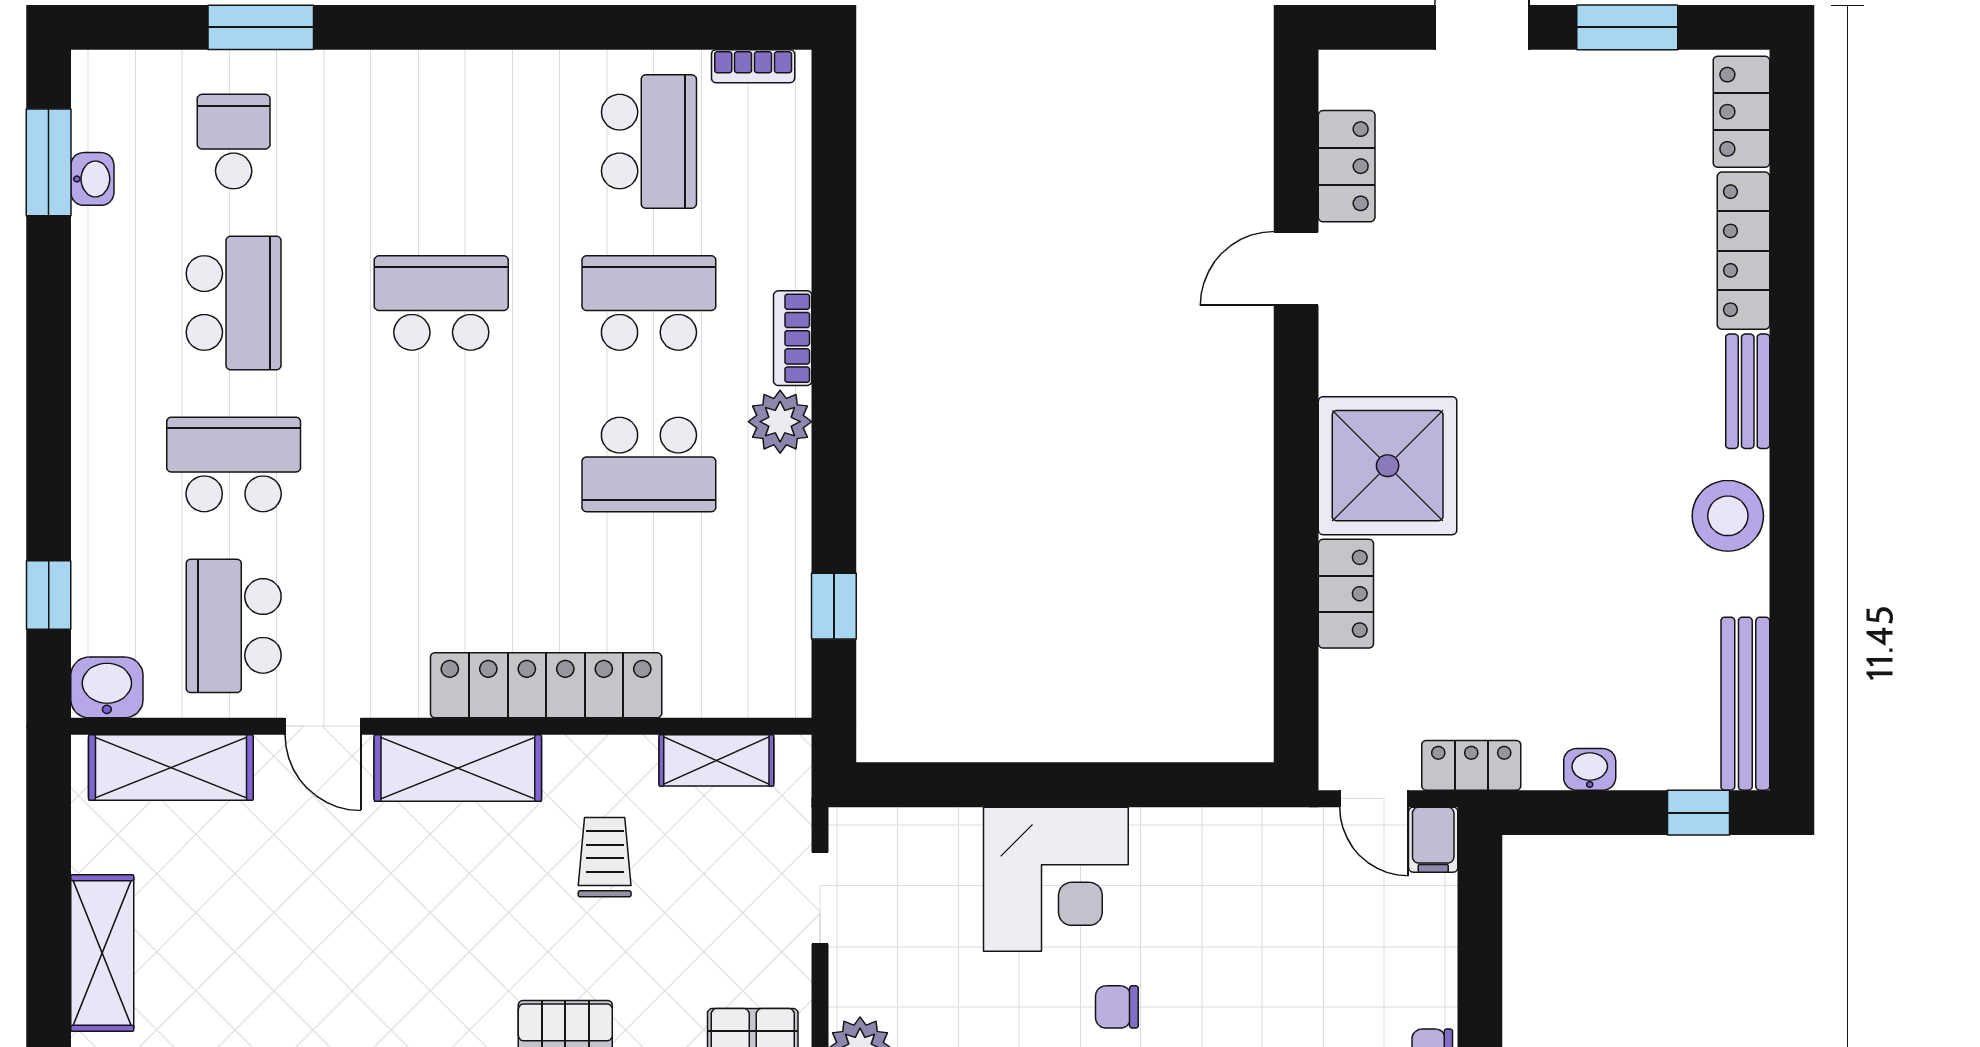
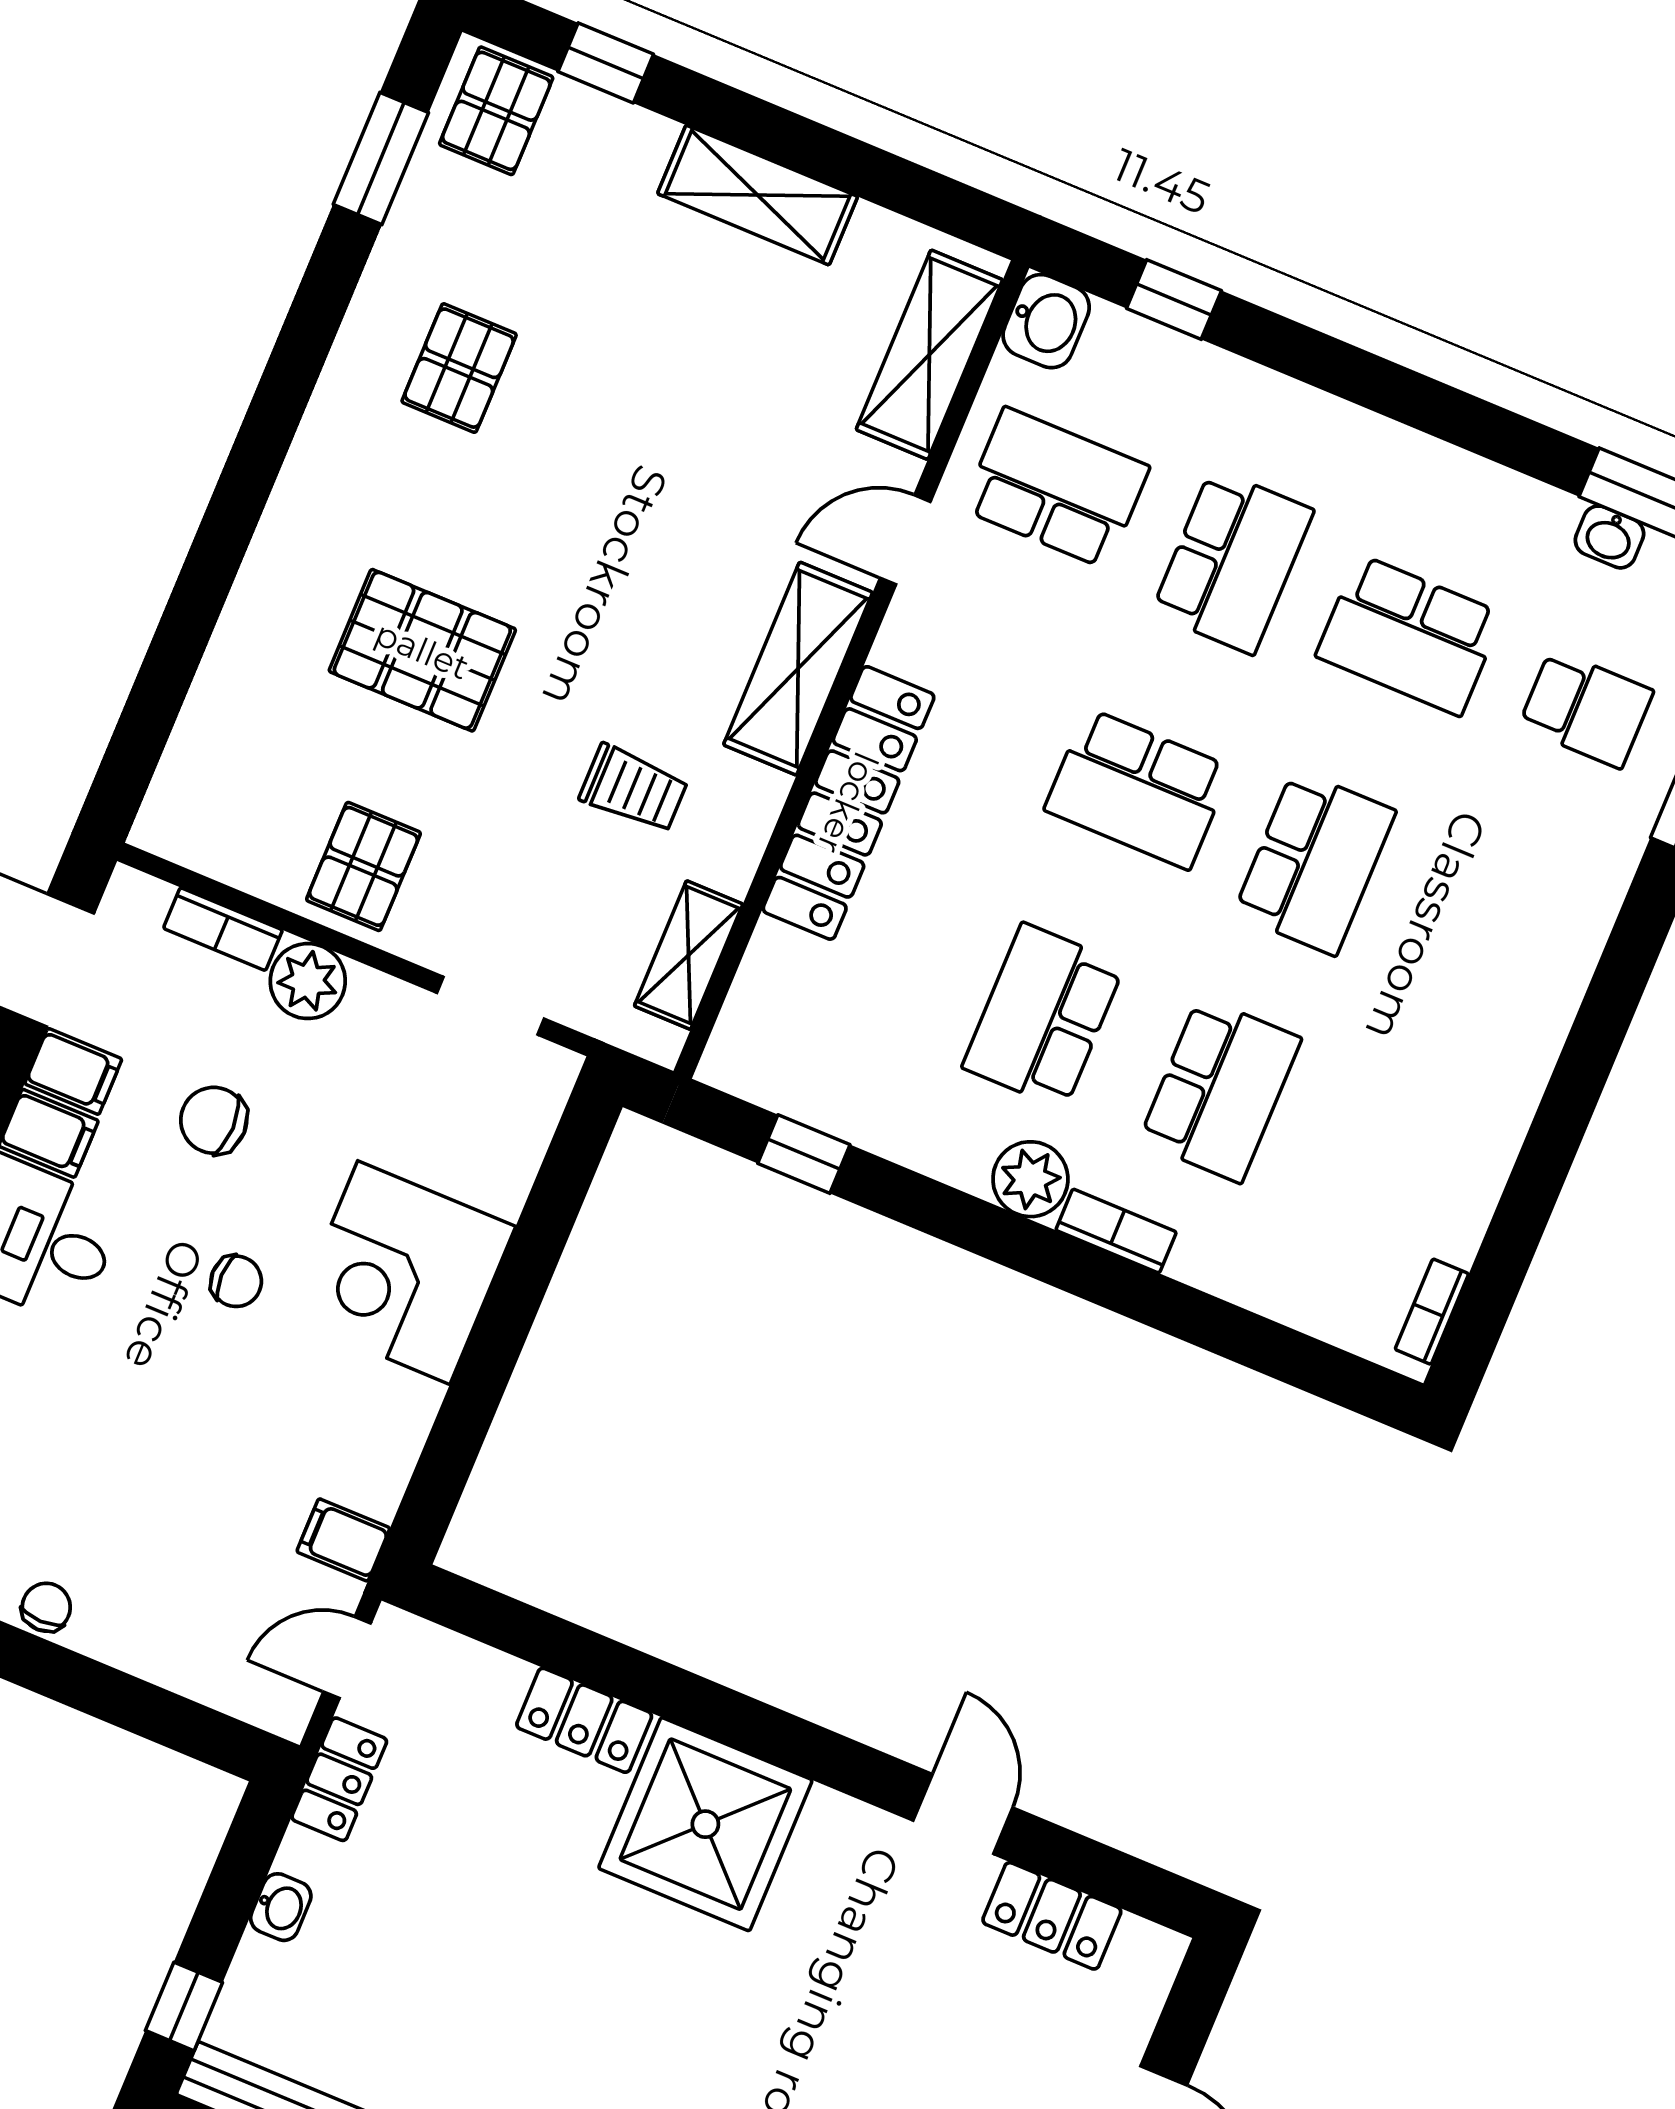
school desk: (649, 142) -> (1138, 789), moved
filing cabinet: (1433, 840) -> (343, 1540), moved
chair: (1117, 1007) -> (236, 1281), turned 90

